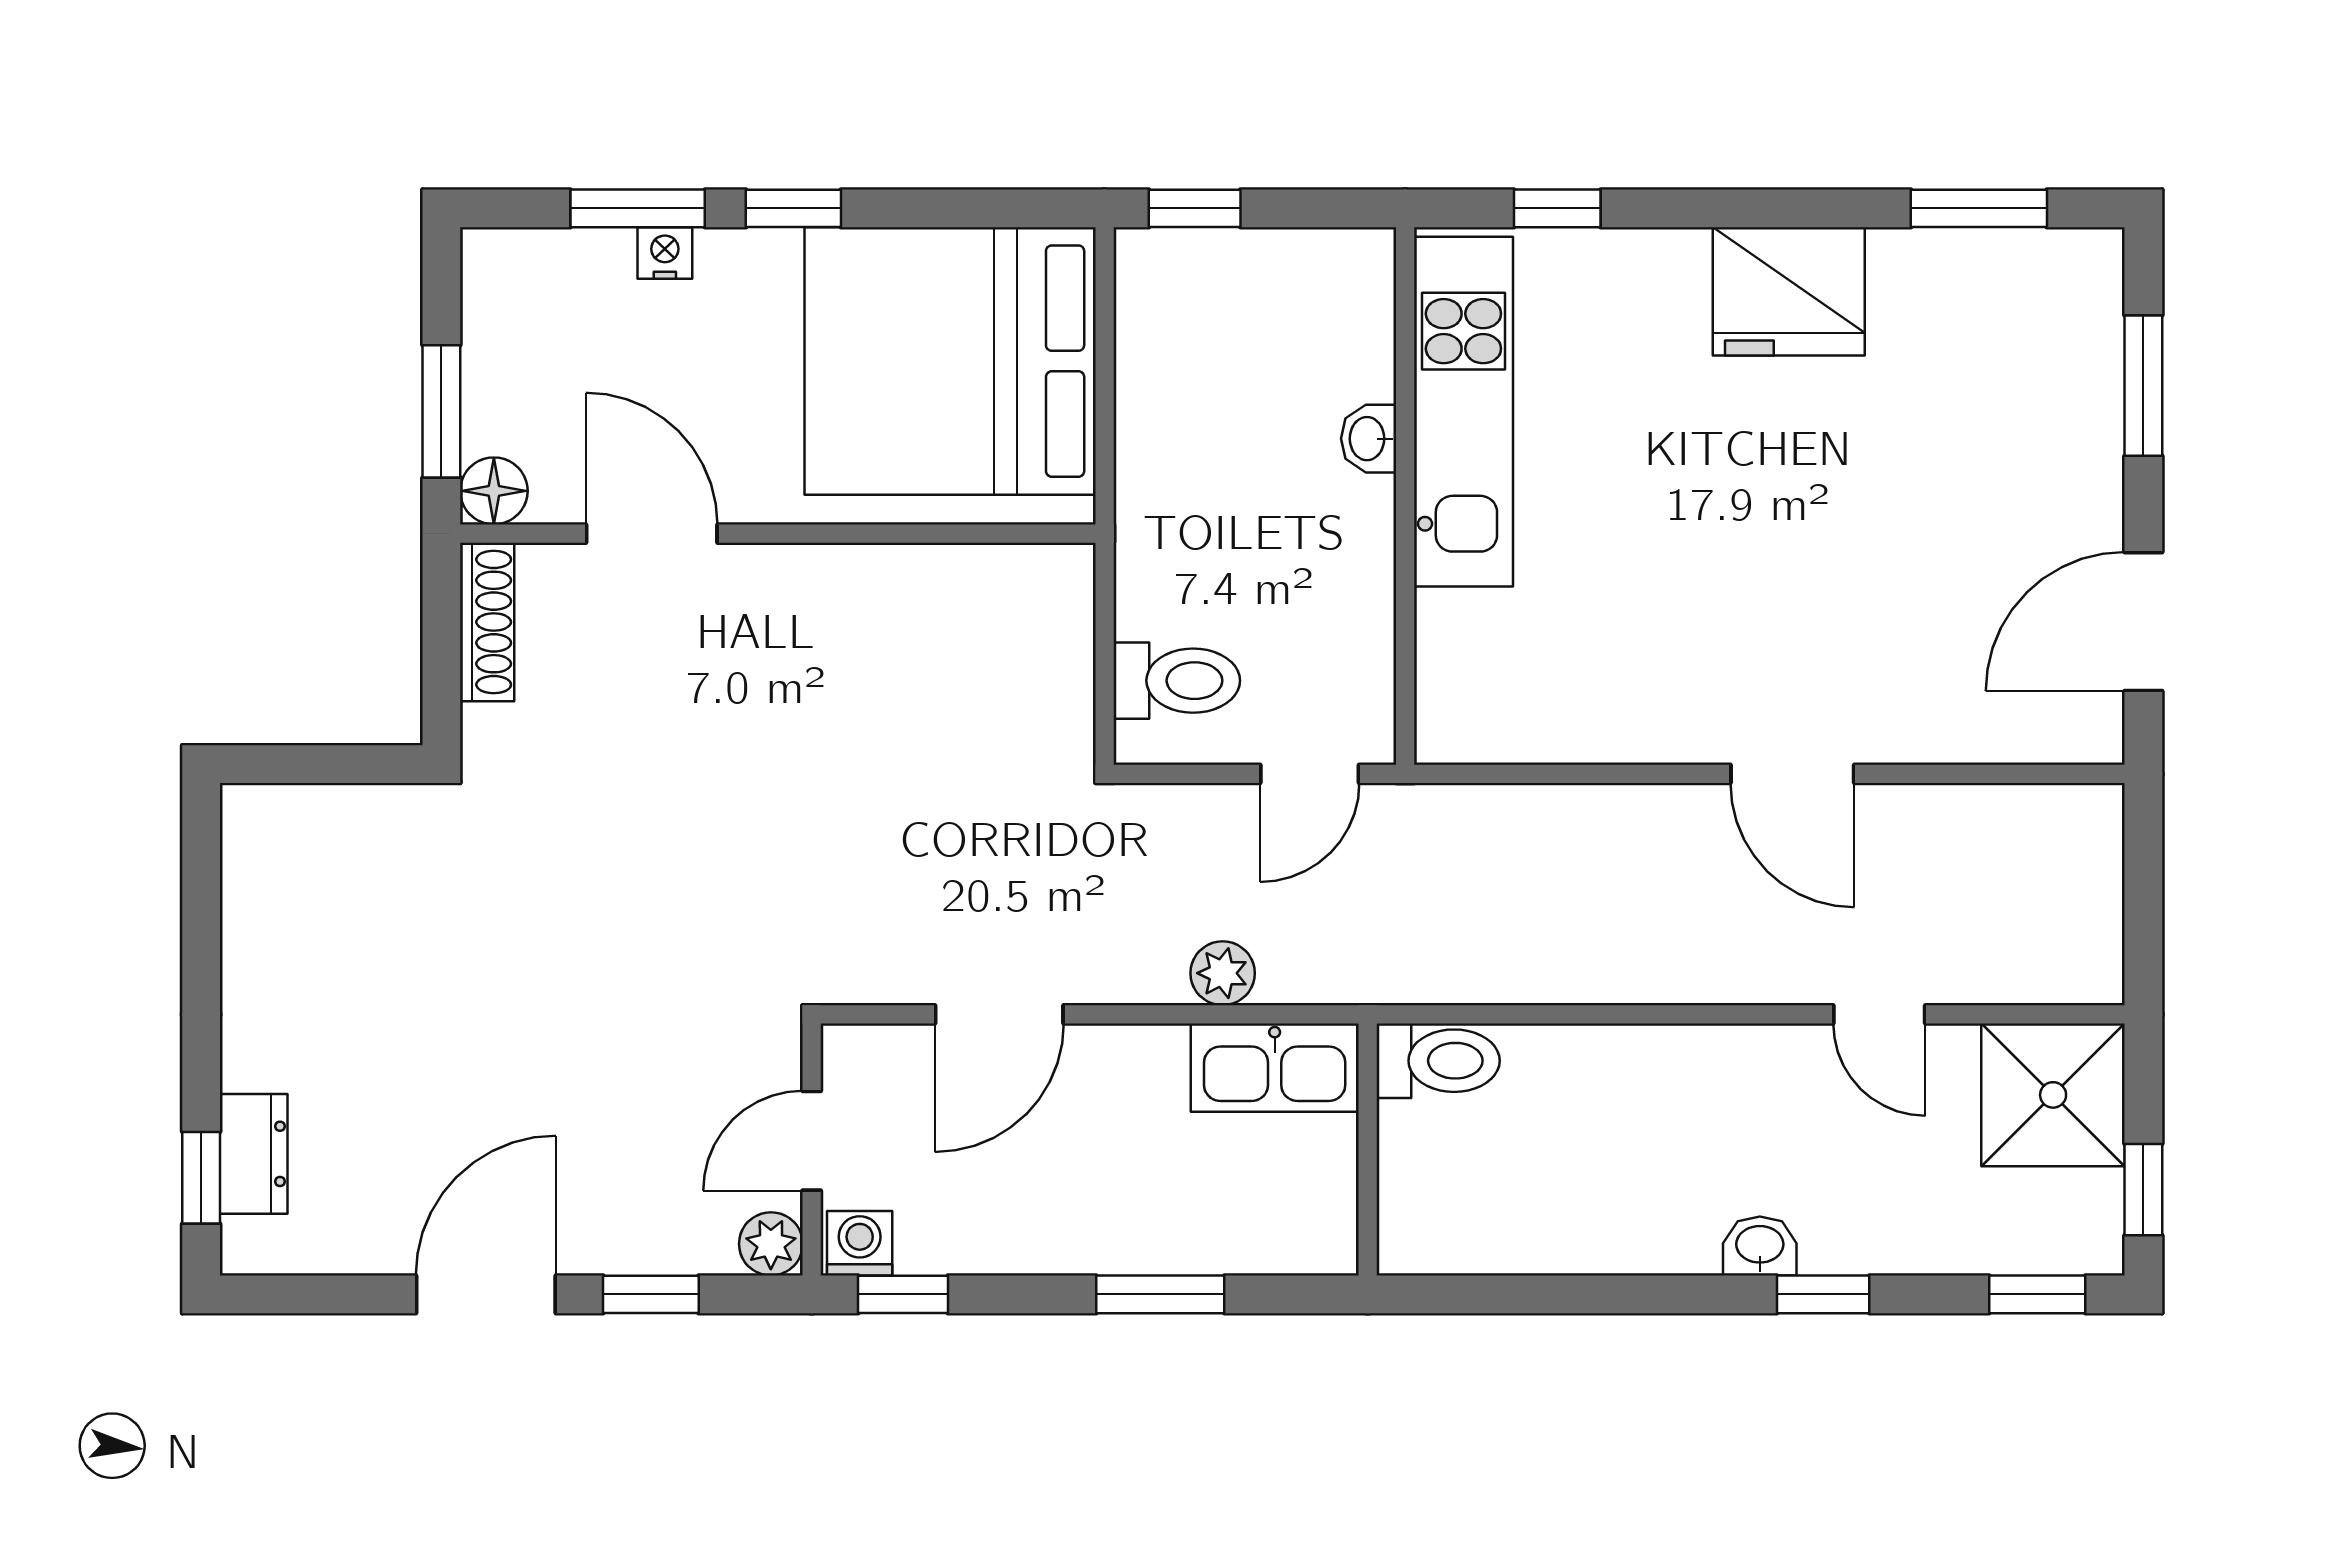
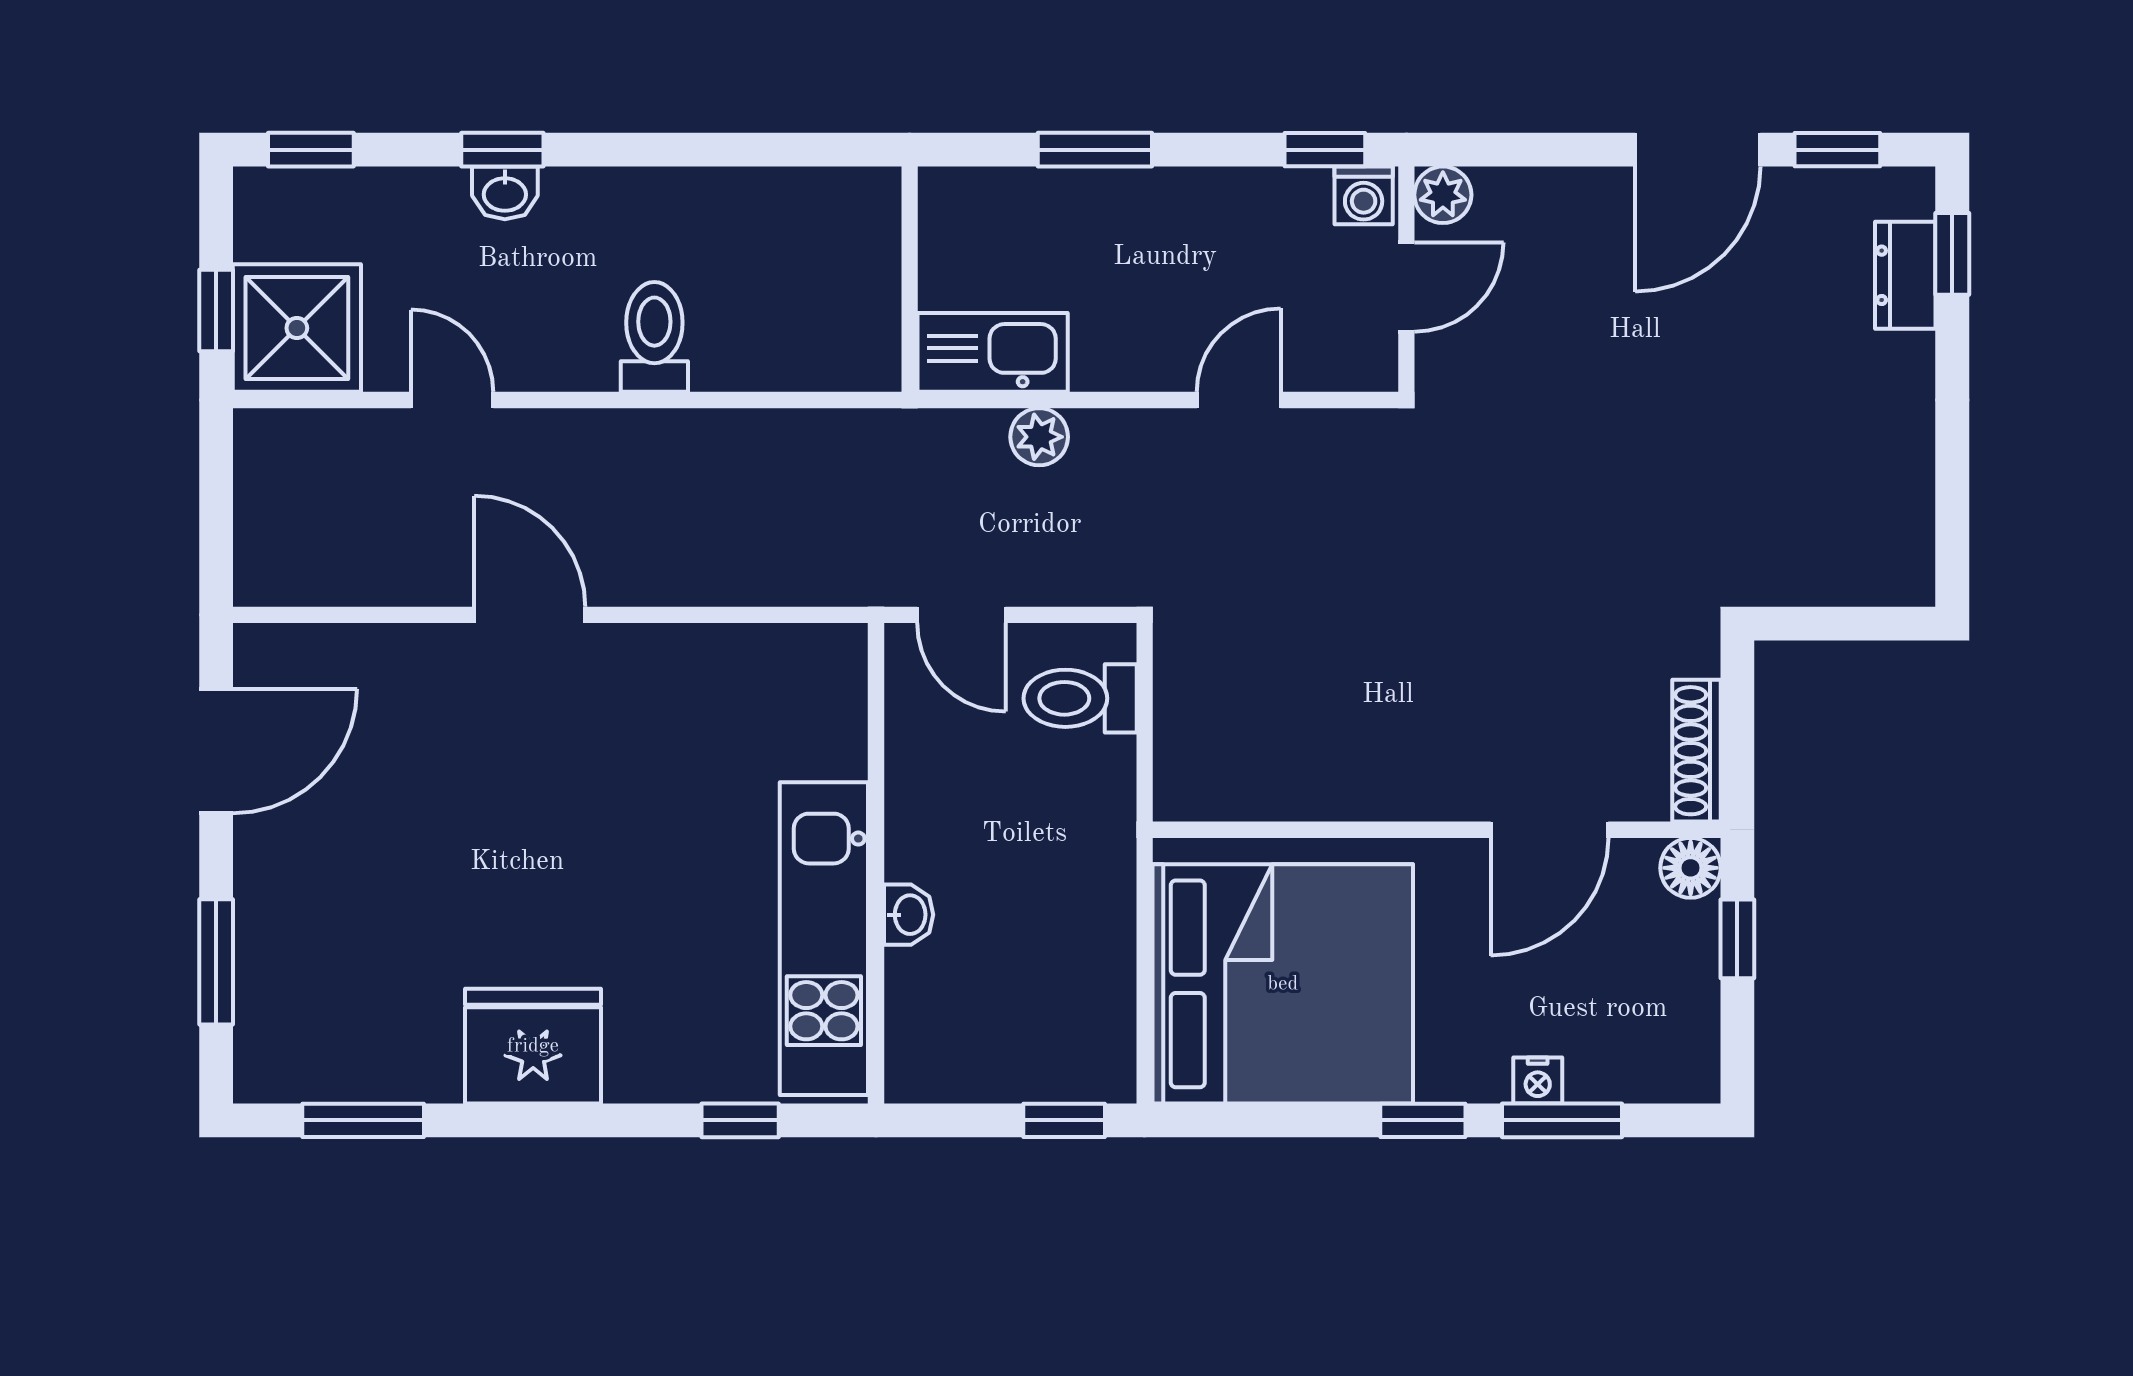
window: (441, 411) -> (1737, 939), width x0.67
door: (652, 534) -> (1549, 830), hinge flipped
door: (1310, 774) -> (961, 615), swing flipped
door: (999, 1014) -> (1239, 400), width x0.73
toilet: (1438, 1061) -> (654, 337), moved, turned 90
window: (2143, 1190) -> (216, 311), moved
washbasin: (1760, 1246) -> (505, 193), moved
window: (651, 1294) -> (1837, 150), moved

